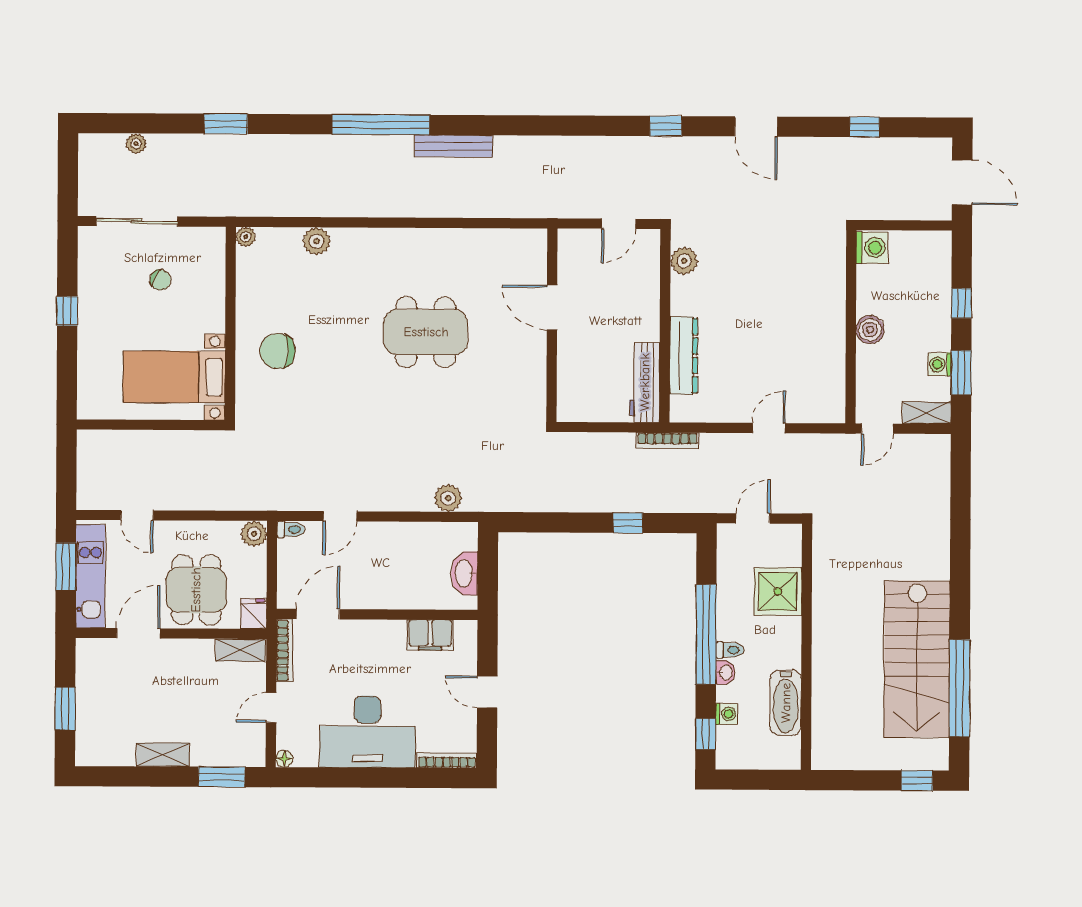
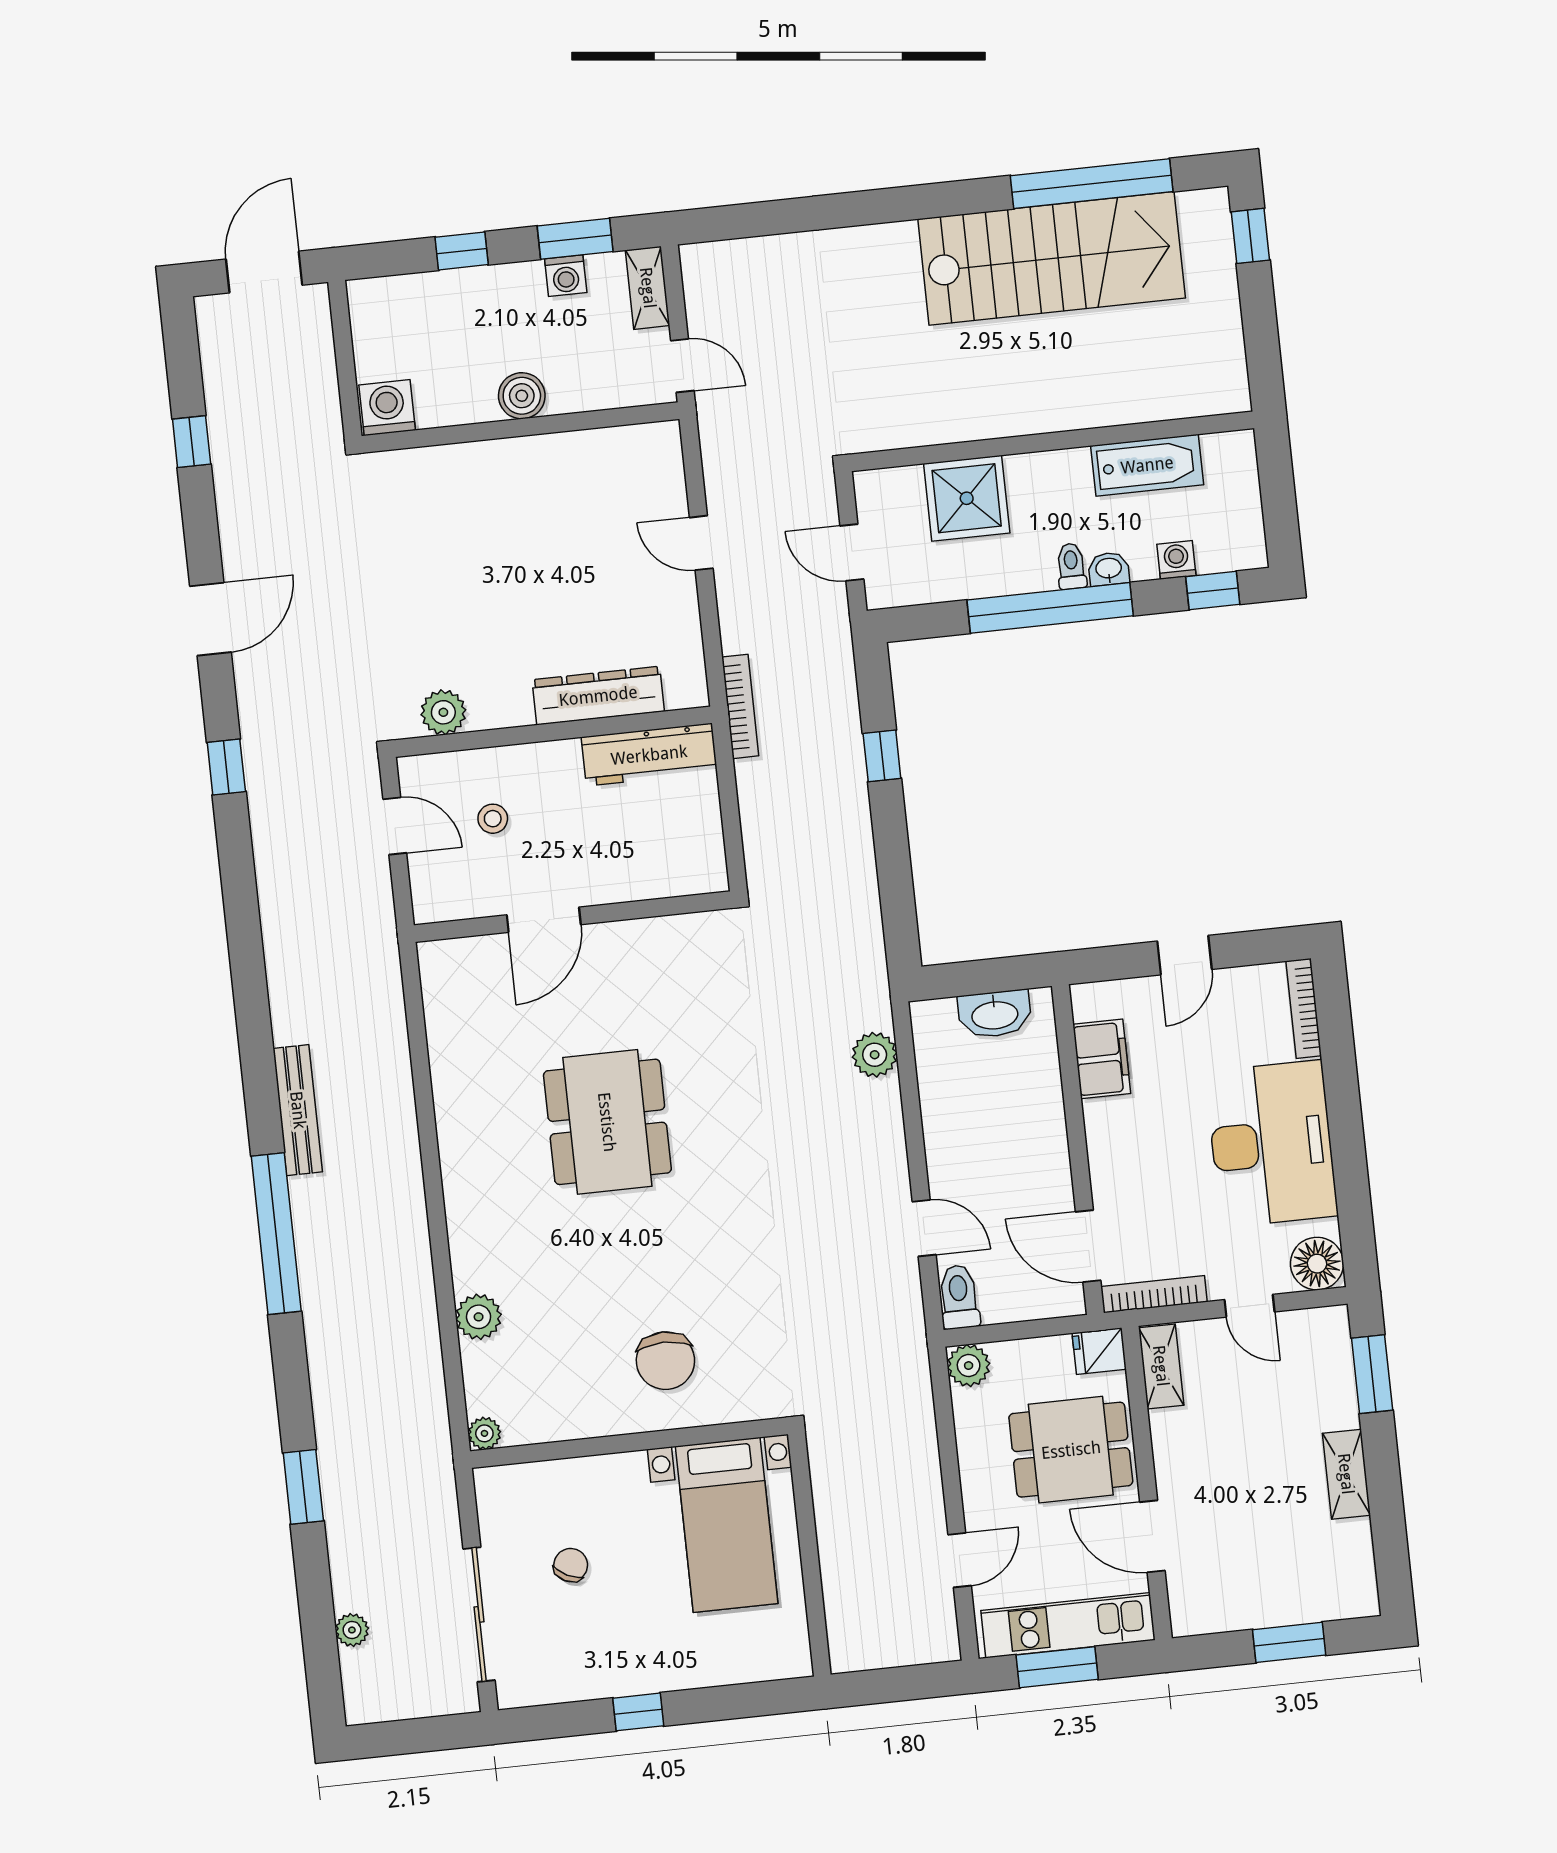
stool: (616, 283) -> (493, 819), added
toilet: (291, 529) -> (959, 1297), width x1.37, depth x1.39
floor lamp: (284, 759) -> (1317, 1264), width x1.89, depth x1.89

